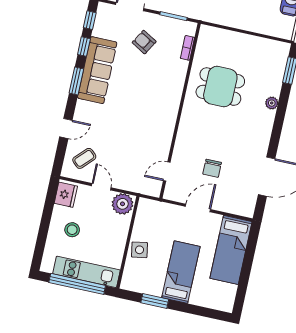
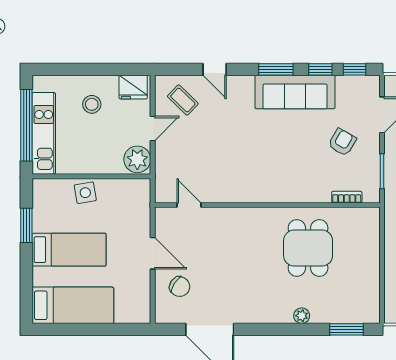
chair: (212, 168) -> (180, 287), moved, turned -146
bed: (231, 250) -> (73, 305), moved, turned 180

